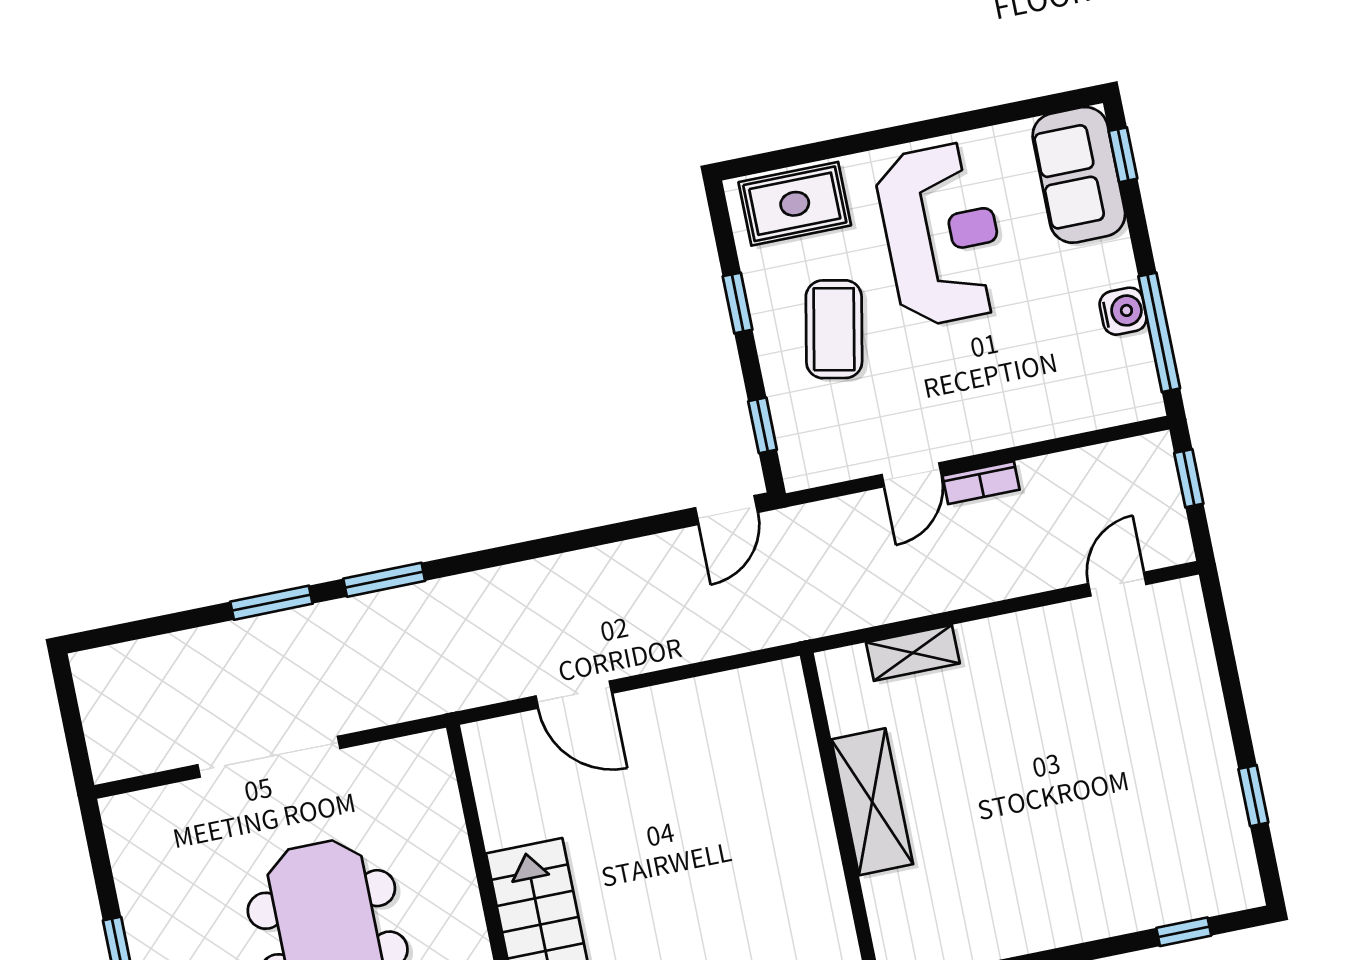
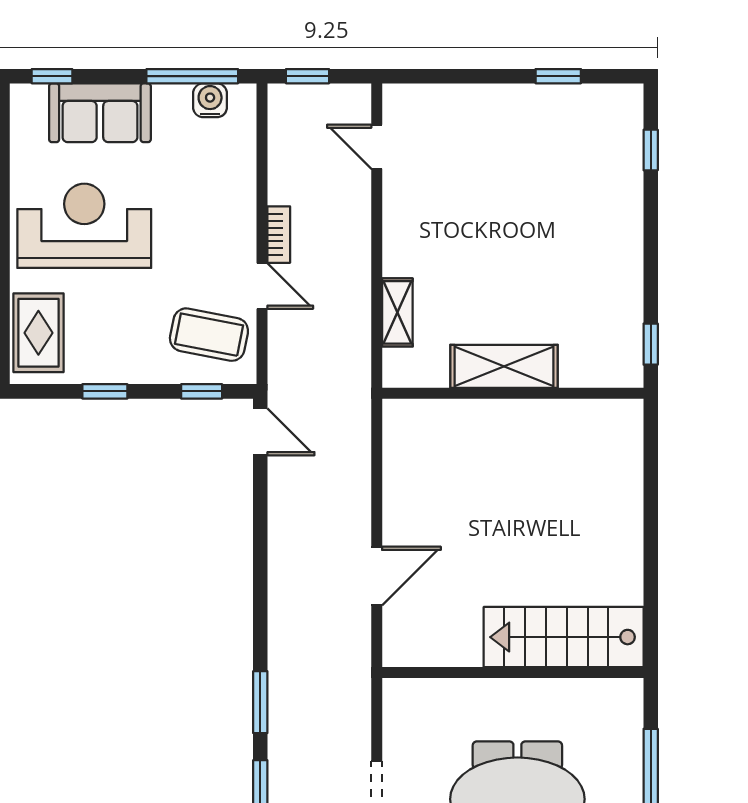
sofa: (1079, 175) -> (100, 113), moved
water cooler: (1123, 311) -> (210, 100), moved
coffee table: (834, 329) -> (209, 335), moved

